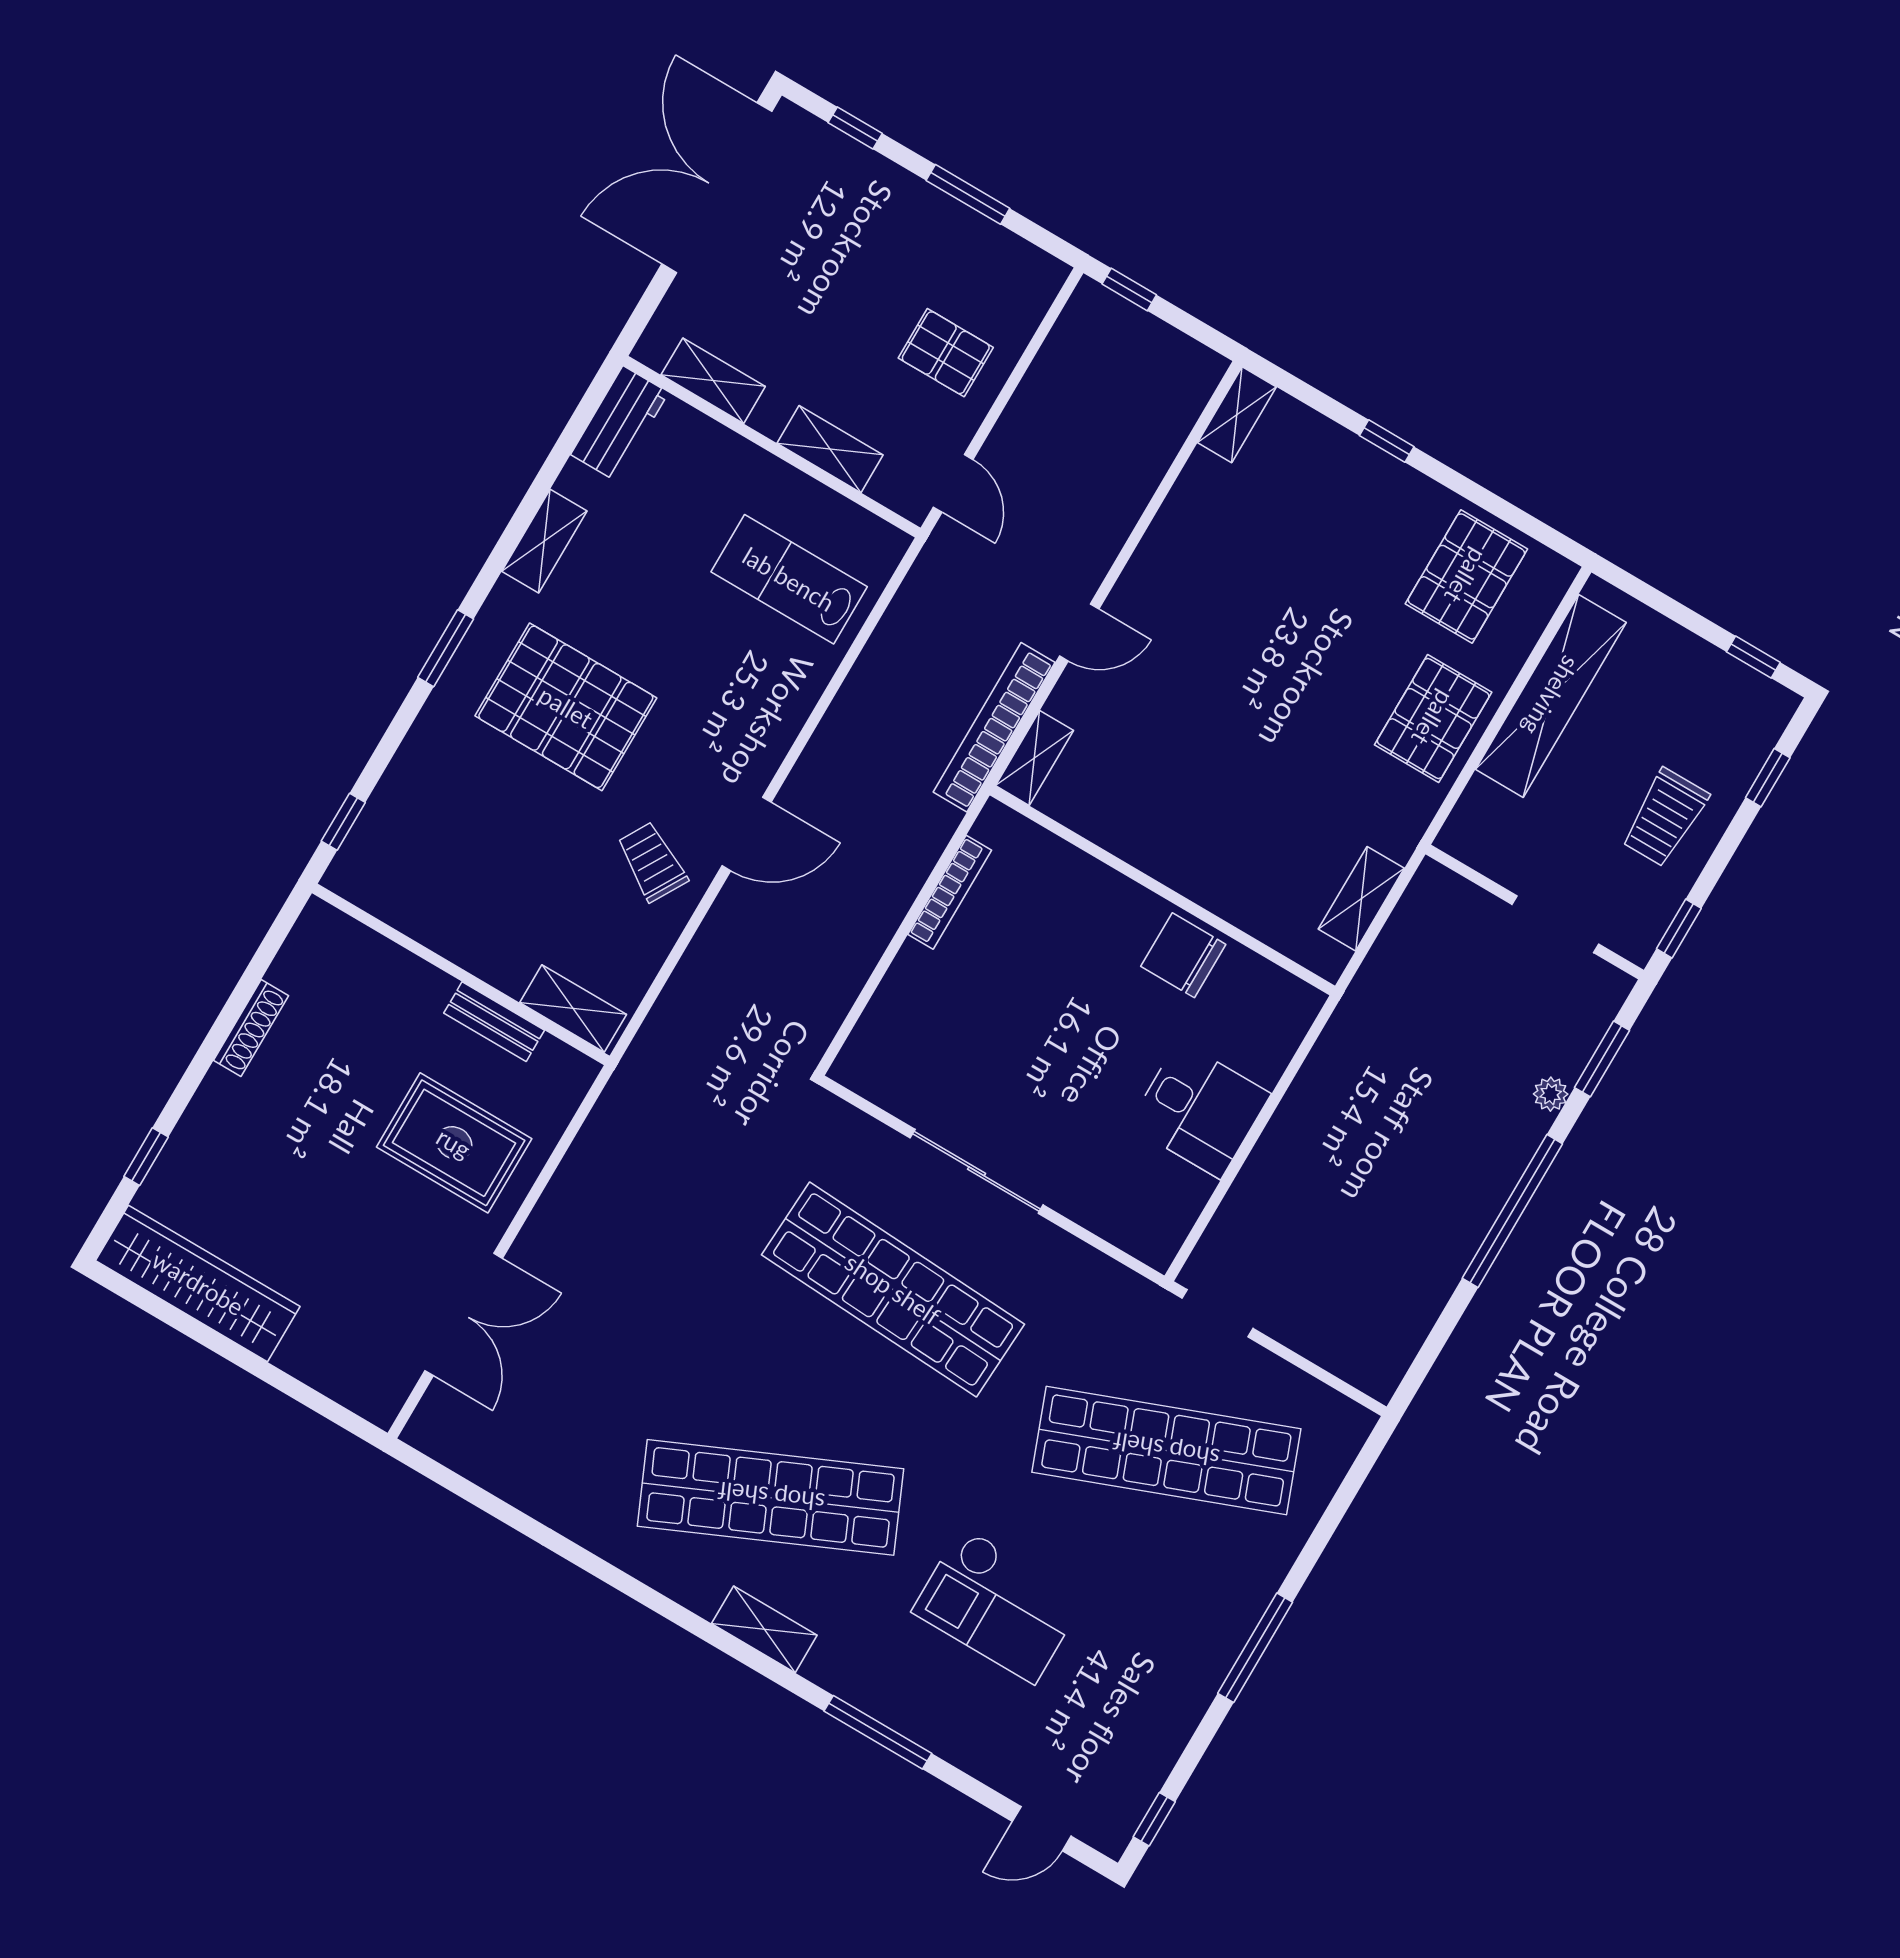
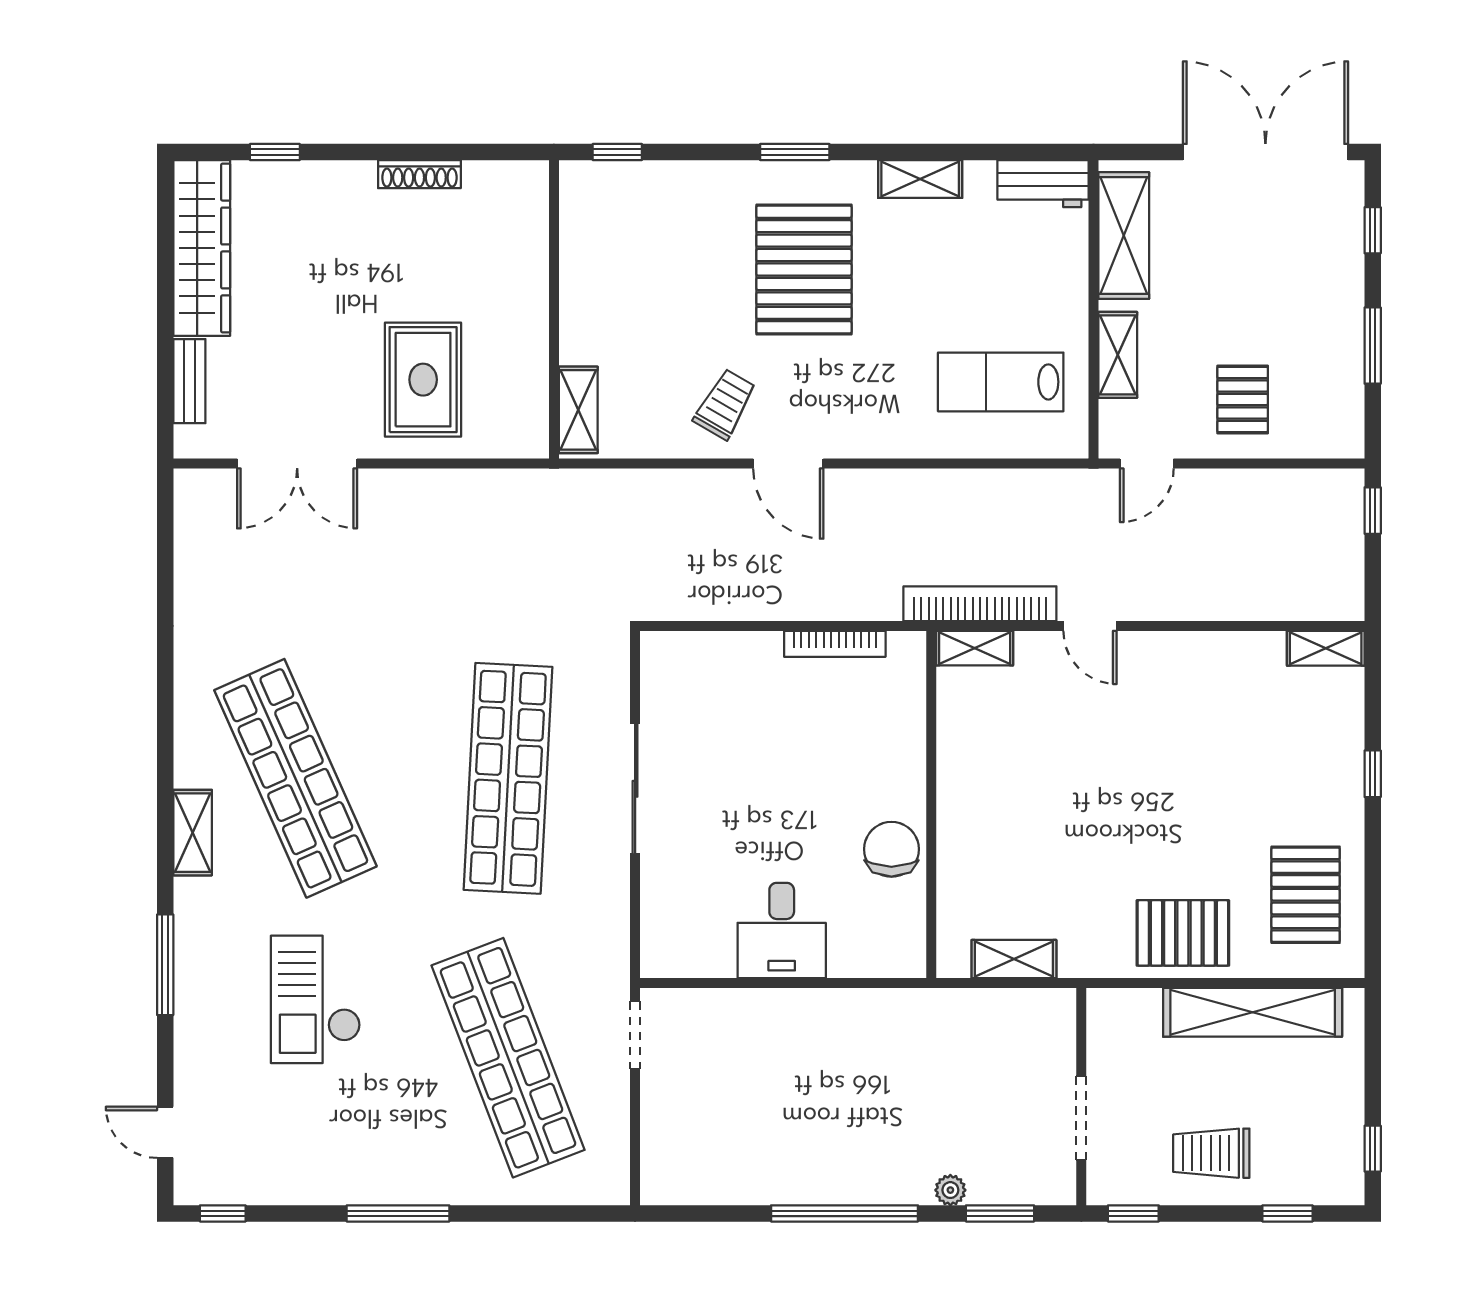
shelving: (713, 381) -> (1124, 236), width x1.50, depth x1.33
pallet: (1466, 576) -> (1306, 895), turned 90
lab bench: (789, 579) -> (1001, 382), turned -90
bench: (494, 1022) -> (189, 381), moved

